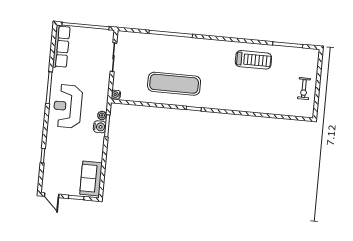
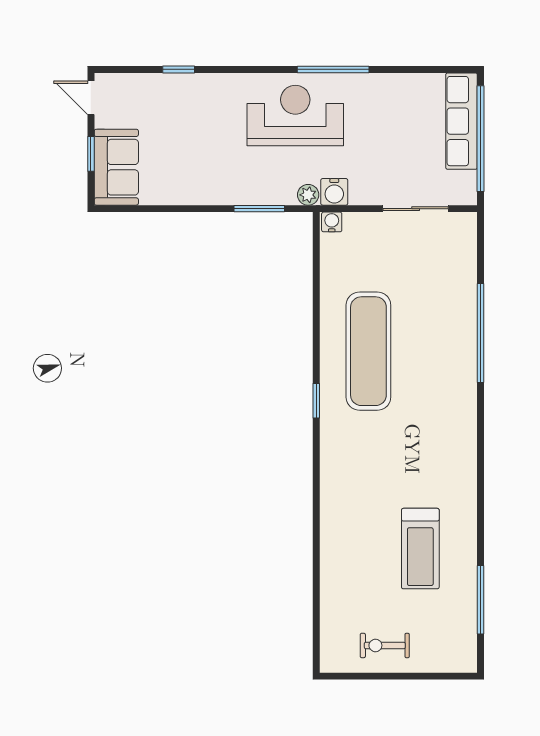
row of seats: (61, 47) -> (462, 121), moved, turned 90
treadmill: (253, 60) -> (420, 549), moved
plant: (102, 115) -> (308, 195), moved
water cooler: (100, 127) -> (334, 192), moved
sofa: (91, 178) -> (116, 167), moved, turned 90
door: (52, 195) -> (91, 98), hinge flipped

